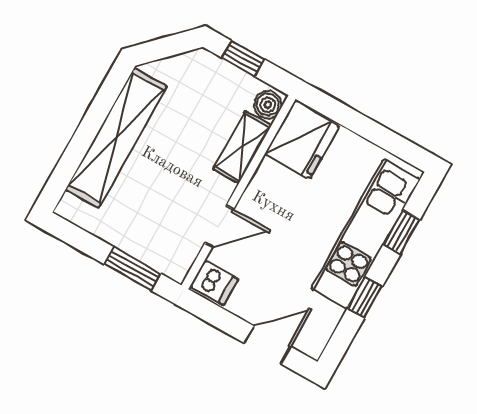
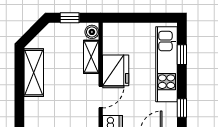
shelving: (116, 138) -> (34, 73), width x0.68
fridge: (302, 140) -> (116, 70), moved
window: (365, 297) -> (182, 108), moved

